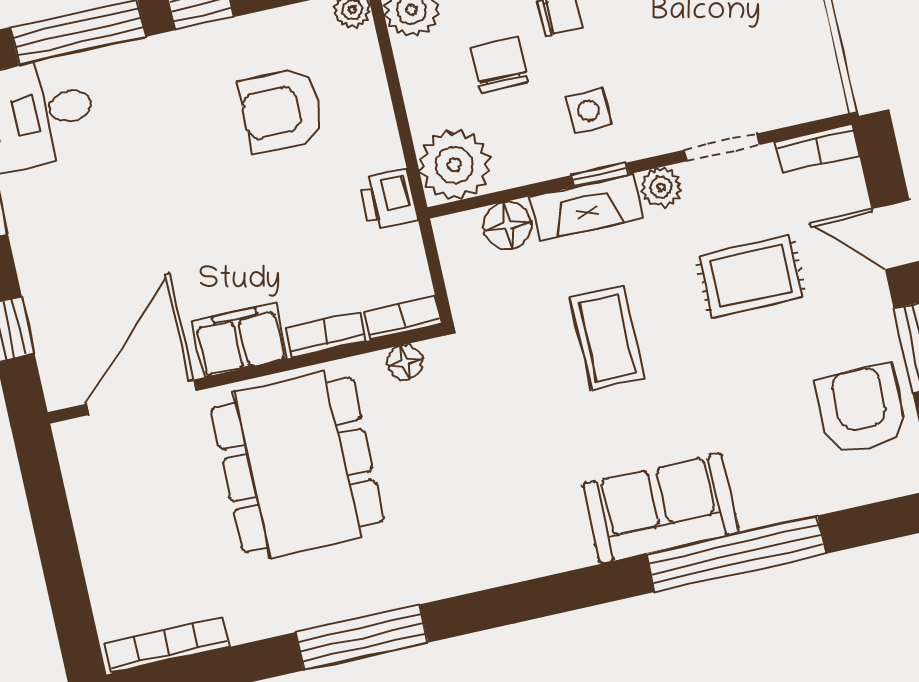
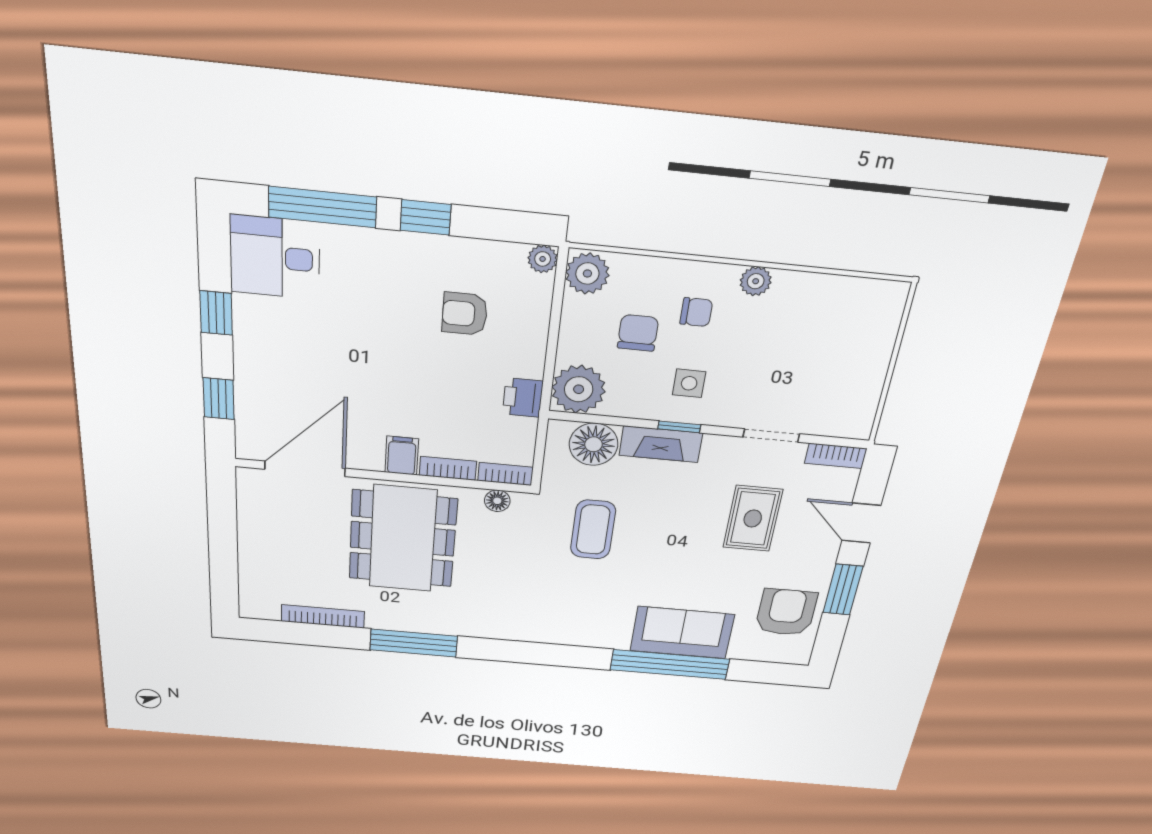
armchair: (282, 110) -> (465, 314), width x0.72, depth x0.72
plant: (661, 187) -> (718, 447), removed
floor lamp: (507, 226) -> (594, 444), width x1.38, depth x1.38
rug: (751, 276) -> (753, 519), turned 90
coffee table: (607, 338) -> (593, 530), moved
filing cabinet: (240, 340) -> (402, 456), width x0.50
sofa: (661, 508) -> (682, 633), moved
bookcase: (167, 645) -> (323, 616), moved

